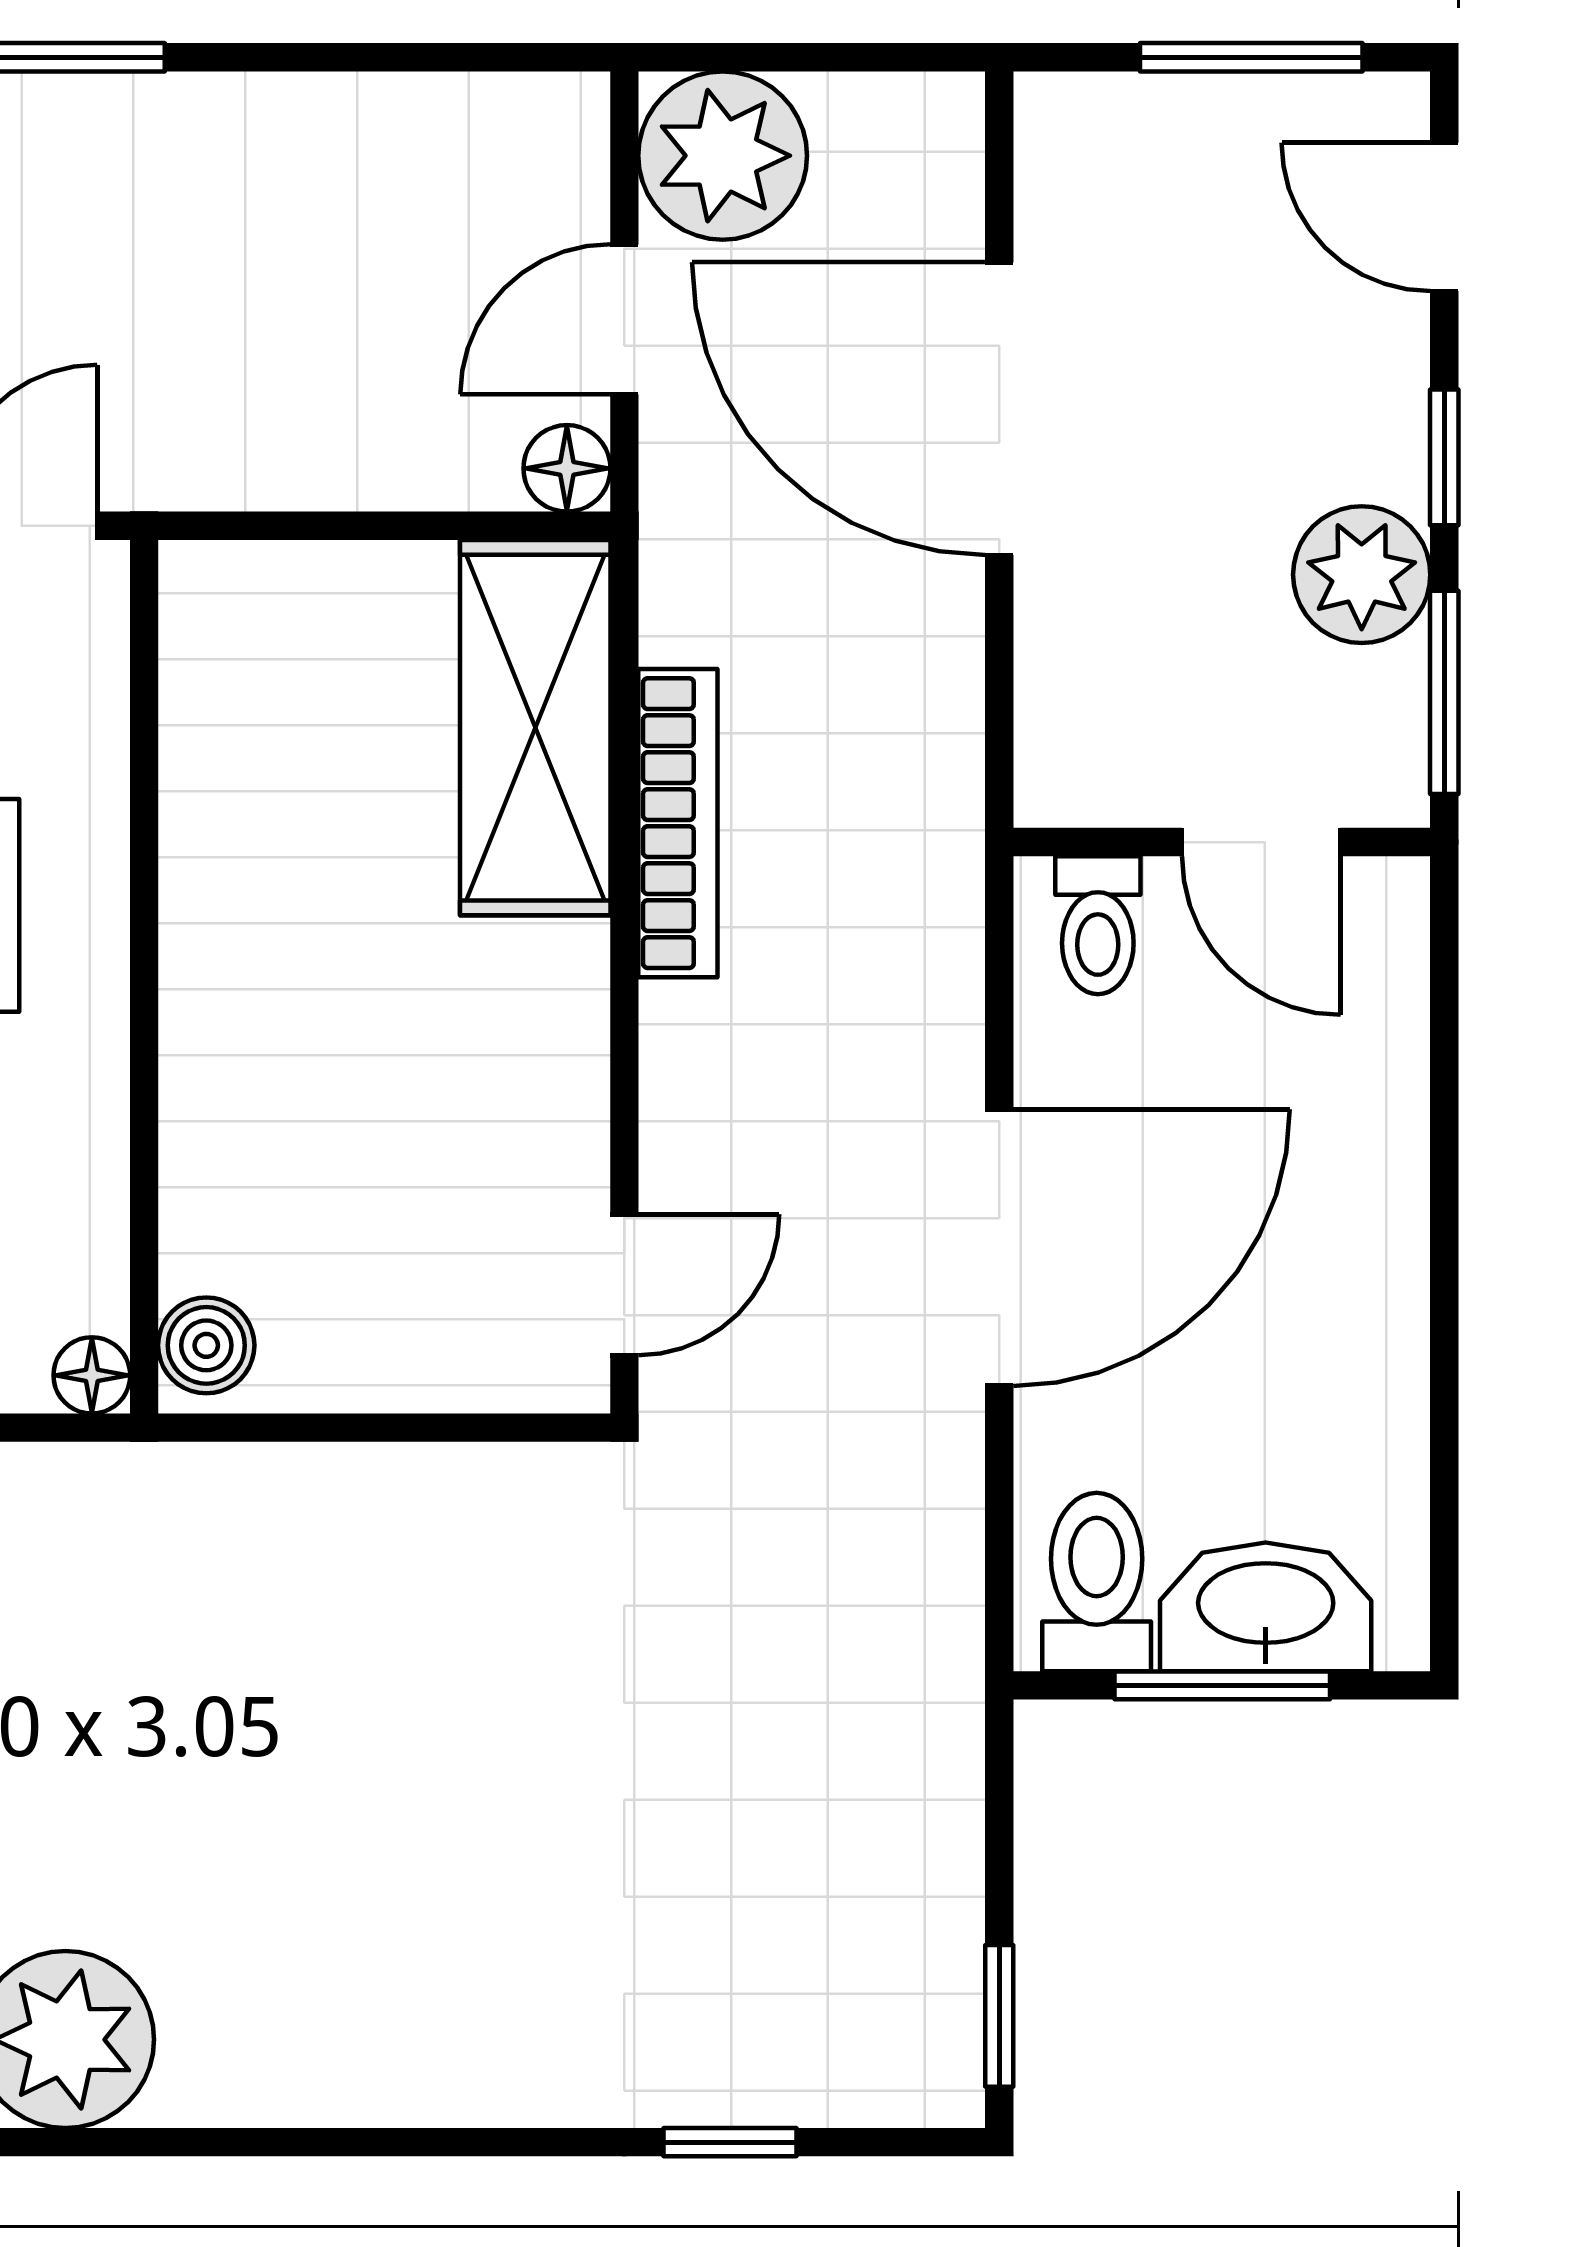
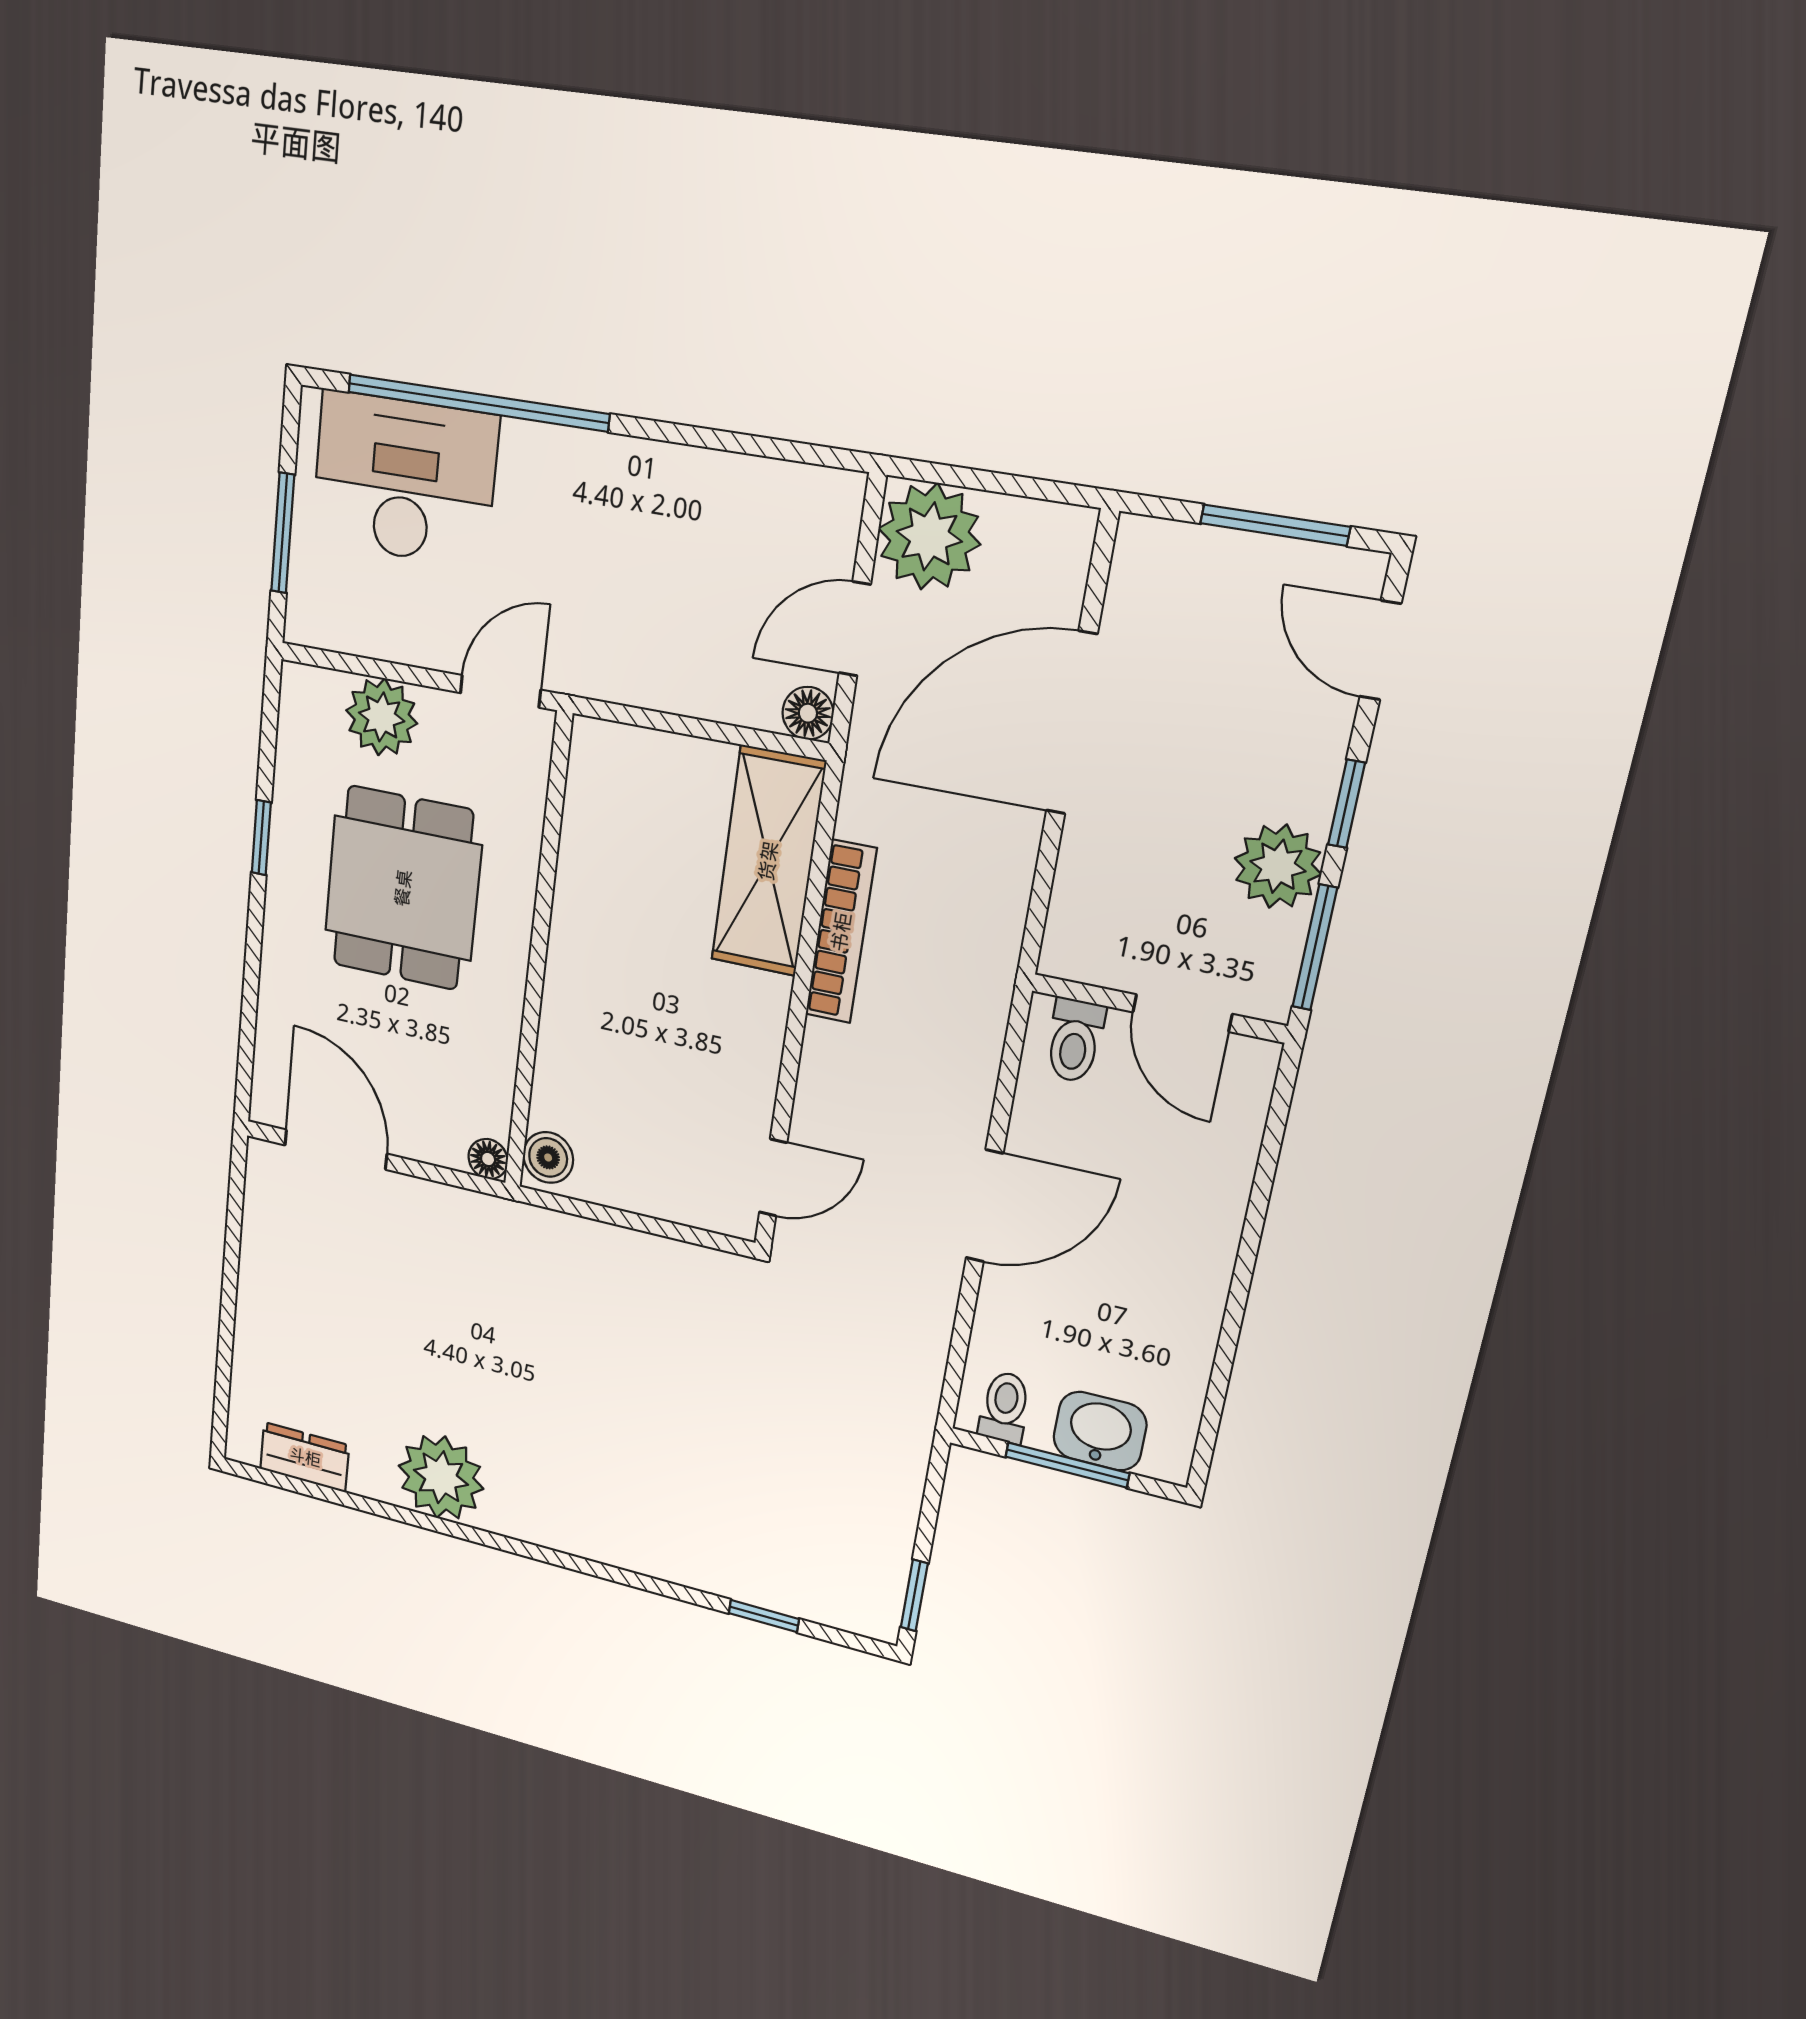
door: (999, 409) -> (1072, 723), hinge flipped
door: (999, 1248) -> (985, 1206), width x0.73
toilet: (1097, 1582) -> (1005, 1407), width x0.73, depth x0.72
washbasin: (1266, 1607) -> (1100, 1431), width x0.72

